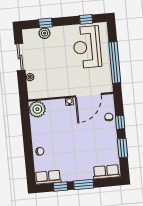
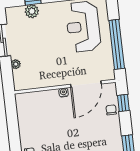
plant: (37, 109) -> (25, 102), removed
window: (120, 122) -> (123, 103), moved

